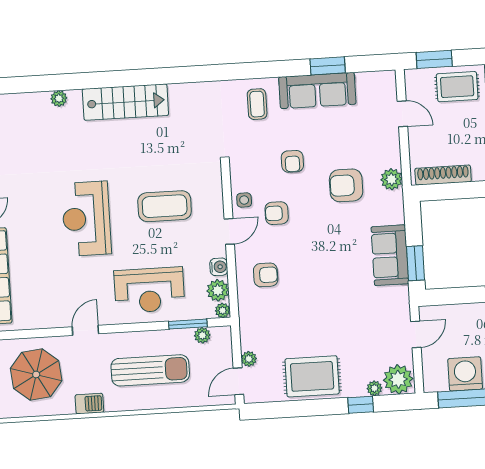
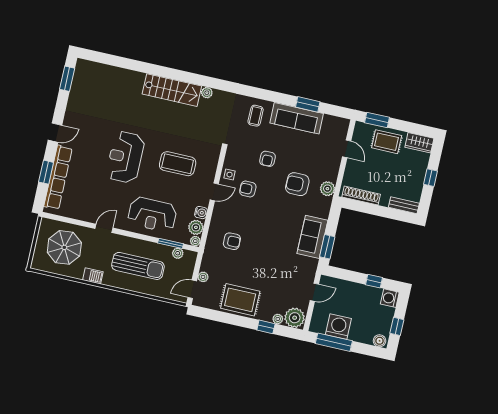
plant: (59, 98) -> (207, 93), moved
armchair: (266, 275) -> (232, 241), moved

